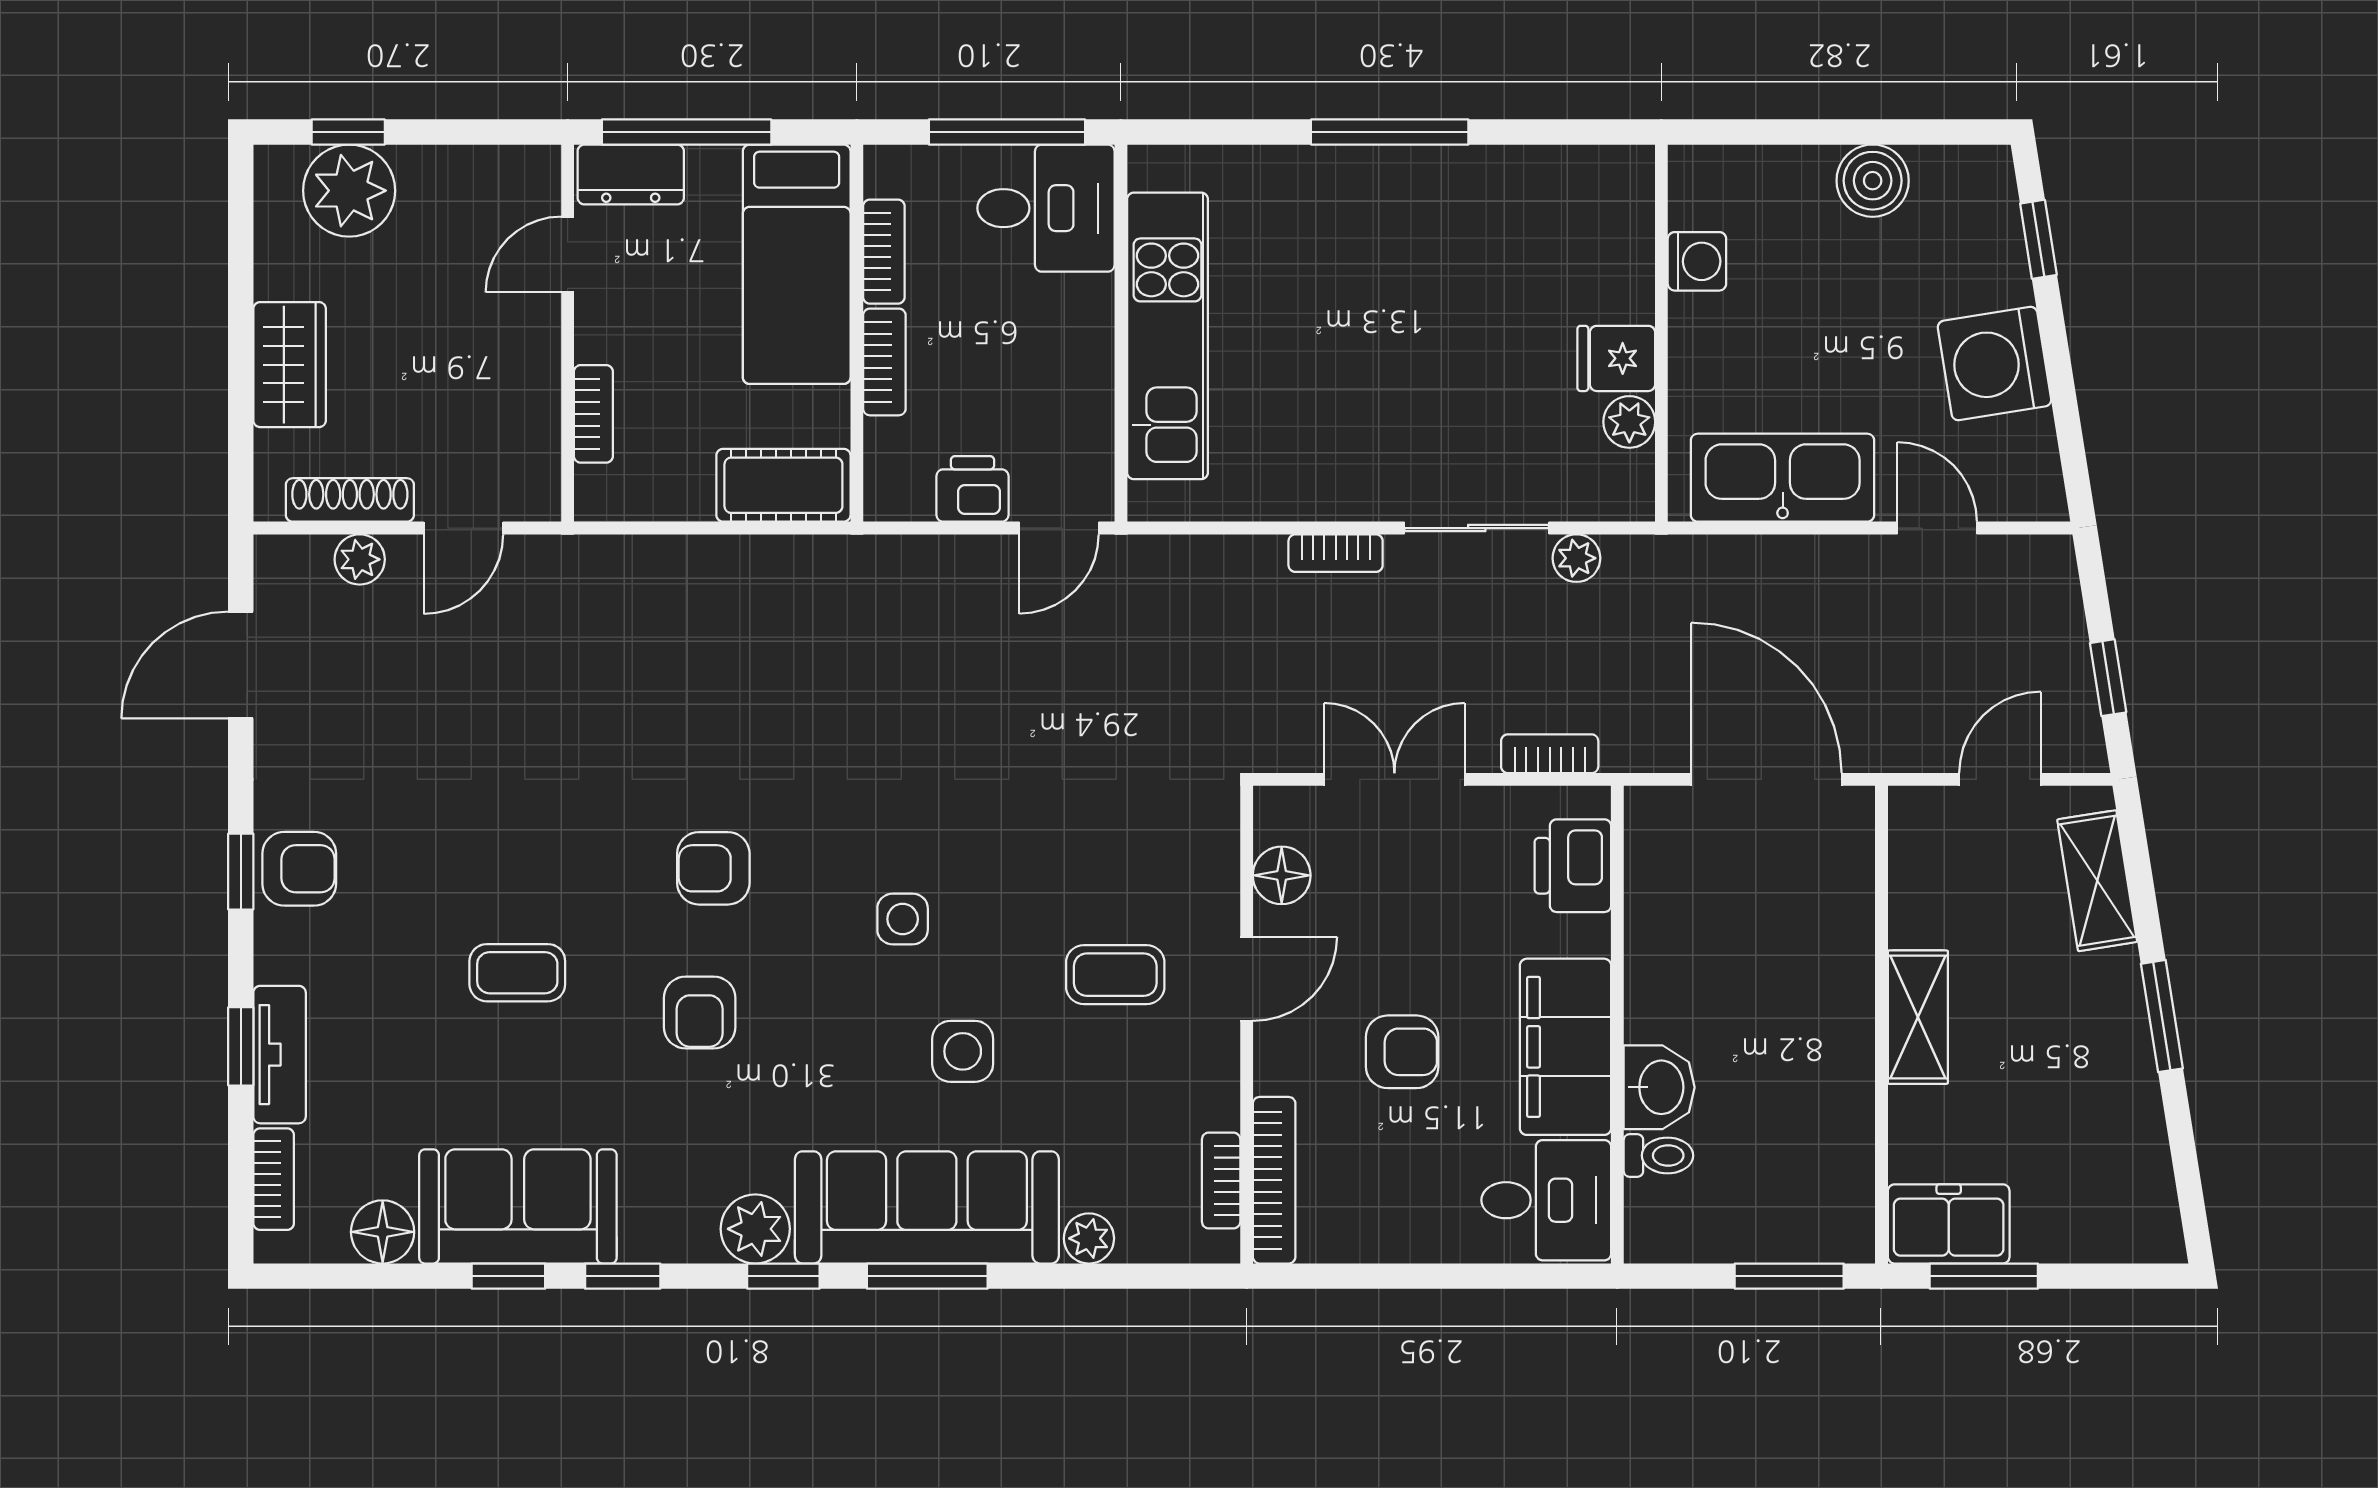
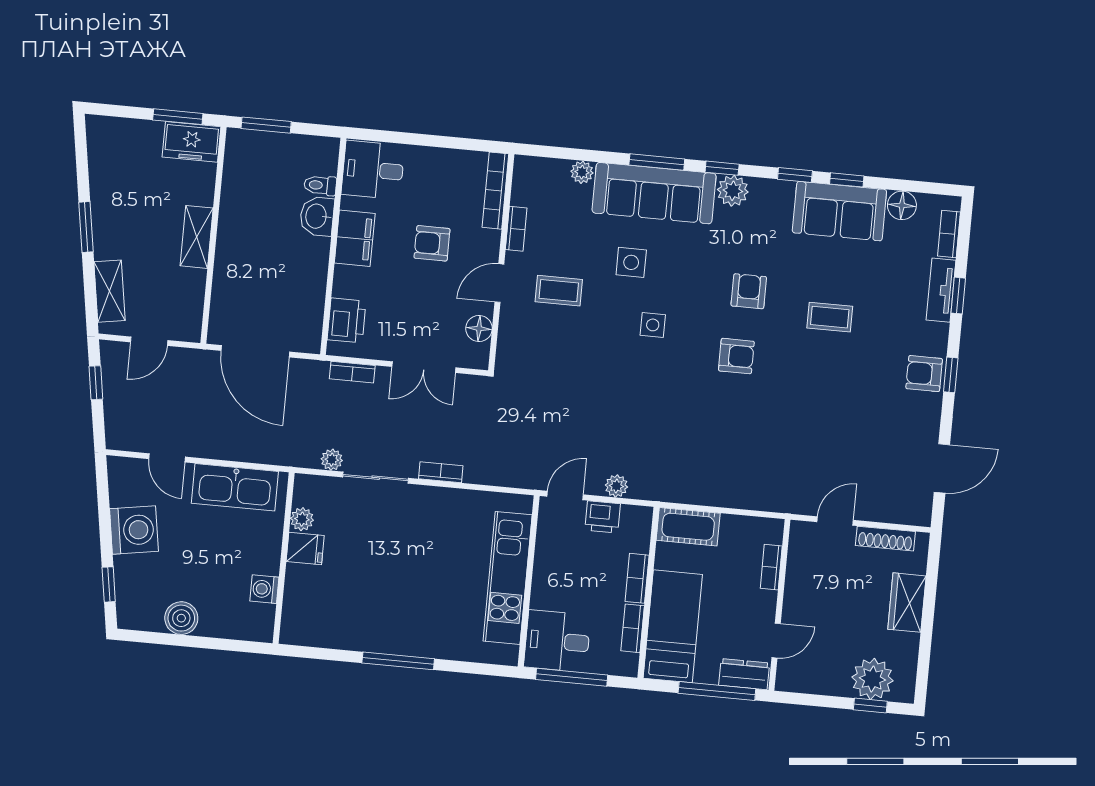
plant: (360, 559) -> (616, 486), moved
filing cabinet: (1565, 1047) -> (355, 238), width x0.67, depth x0.86
bookcase: (1221, 1181) -> (516, 229), moved

